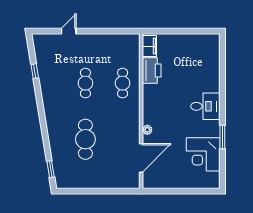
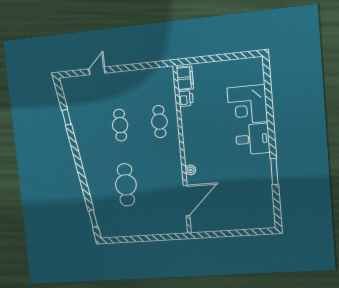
printer: (152, 70) -> (186, 99), width x0.53, depth x0.68
corner desk: (203, 154) -> (247, 105), moved

